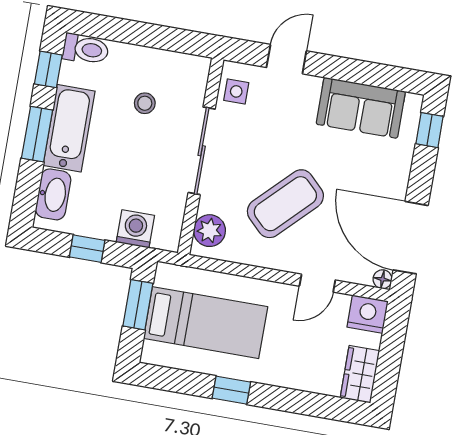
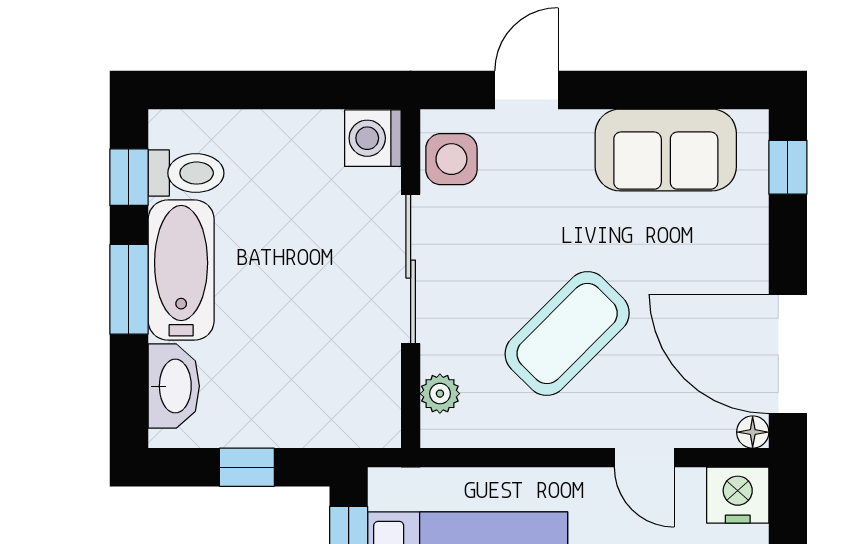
toilet: (86, 49) -> (186, 173), moved
side table: (236, 91) -> (451, 159), width x1.37, depth x1.37
stool: (145, 103) -> (301, 206), removed
washing machine: (135, 229) -> (373, 138), moved, turned -90
plant: (210, 231) -> (440, 394), width x0.73, depth x0.73
door: (317, 283) -> (644, 458), hinge flipped

